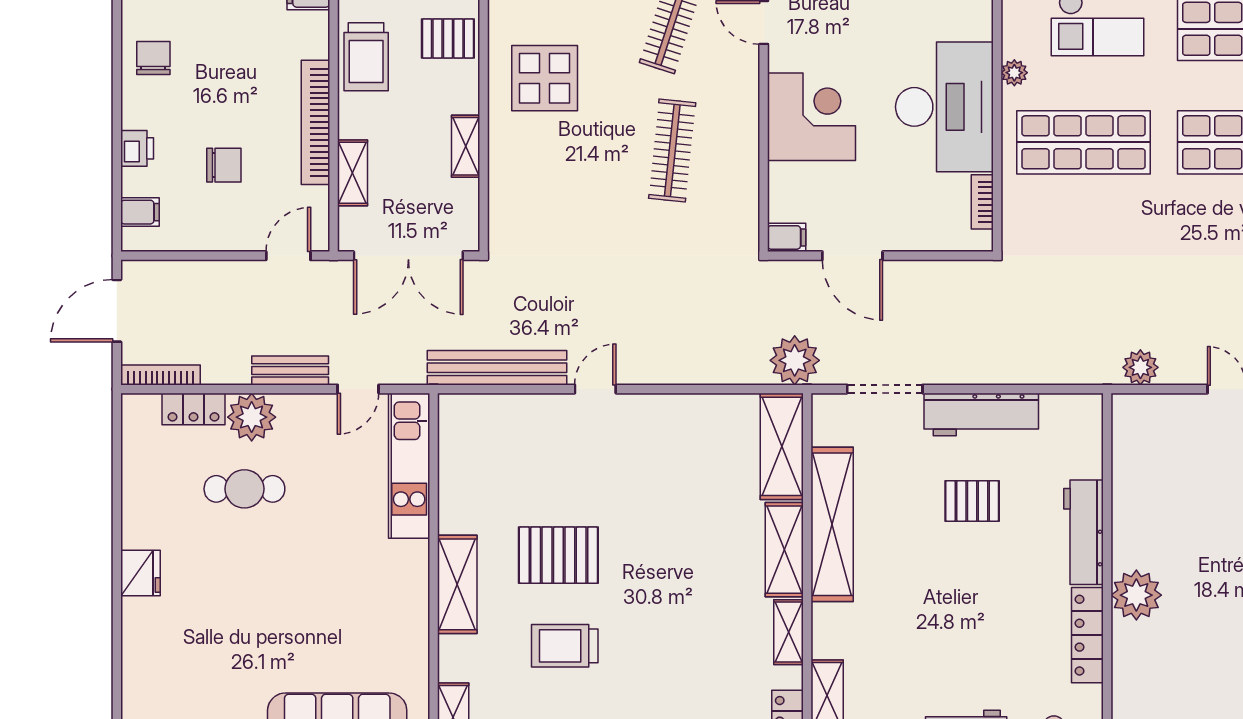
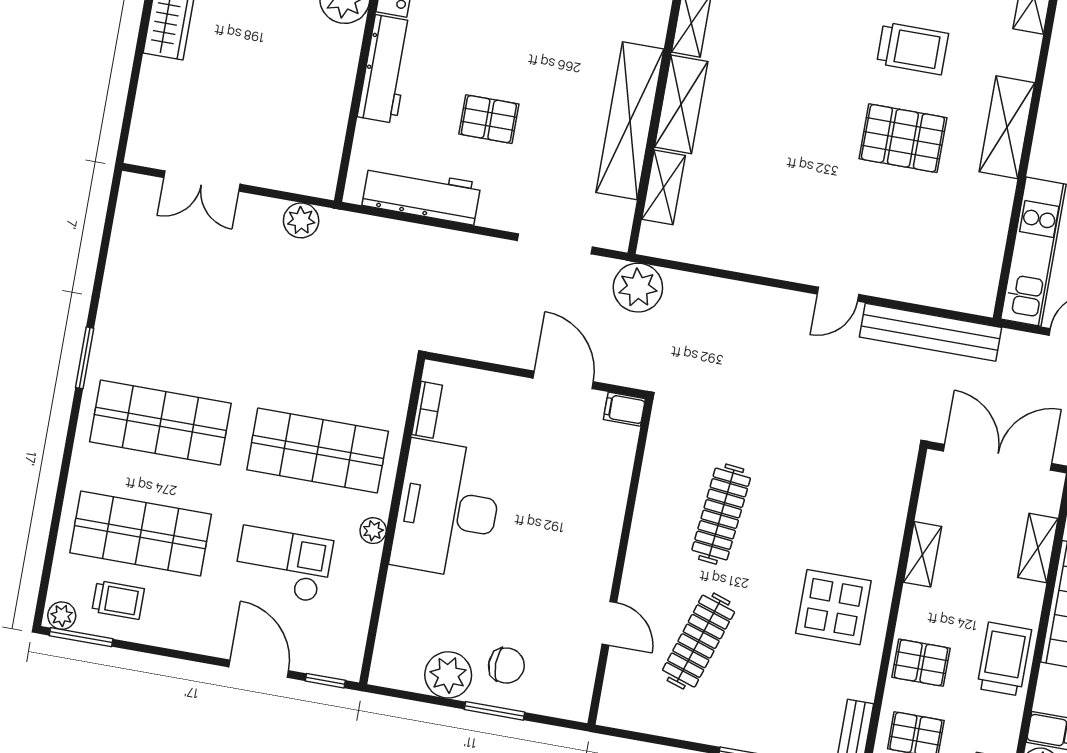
corner desk: (812, 117) -> (579, 523), removed
workbench: (981, 415) -> (422, 194), moved
shelving: (782, 446) -> (663, 187), width x0.67, depth x0.75

